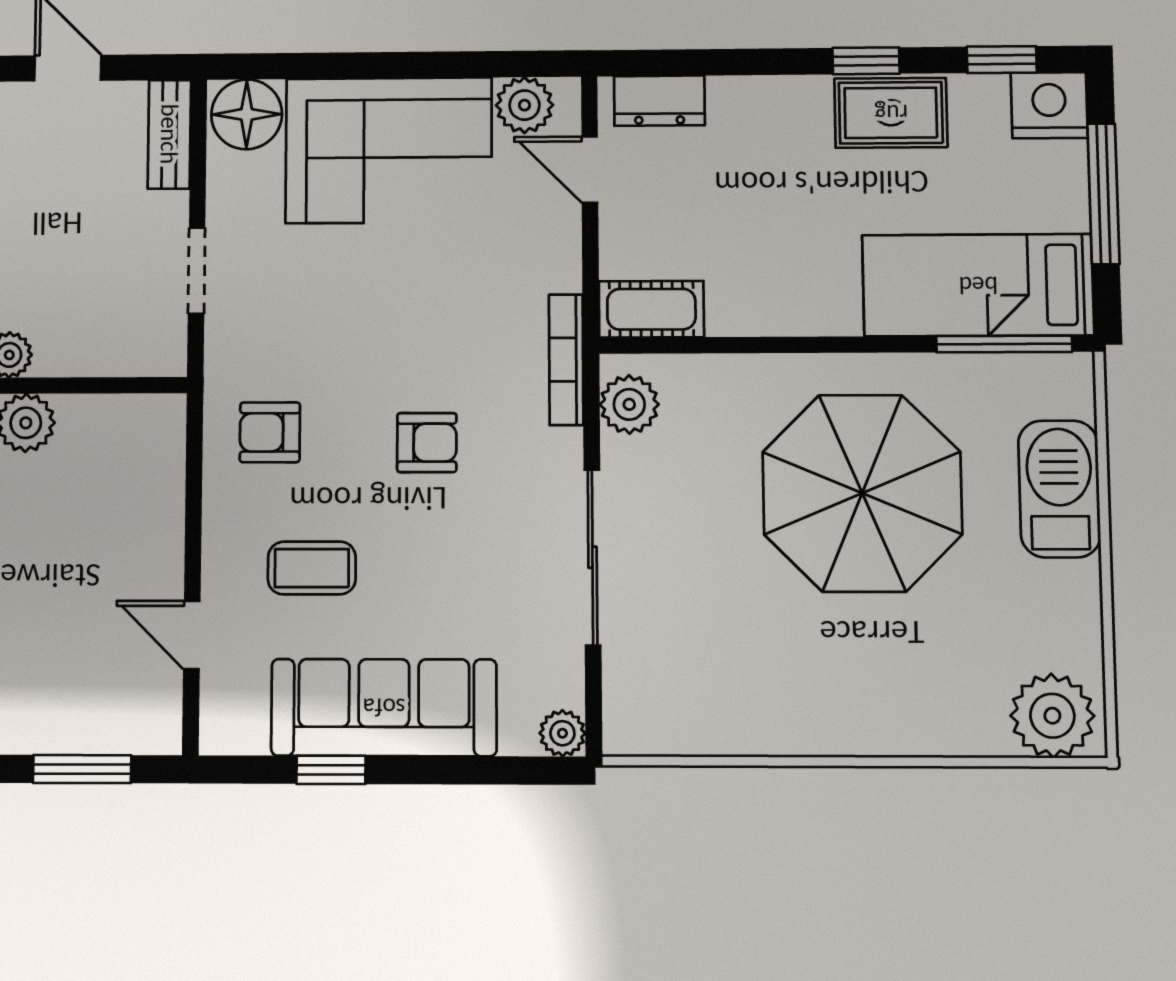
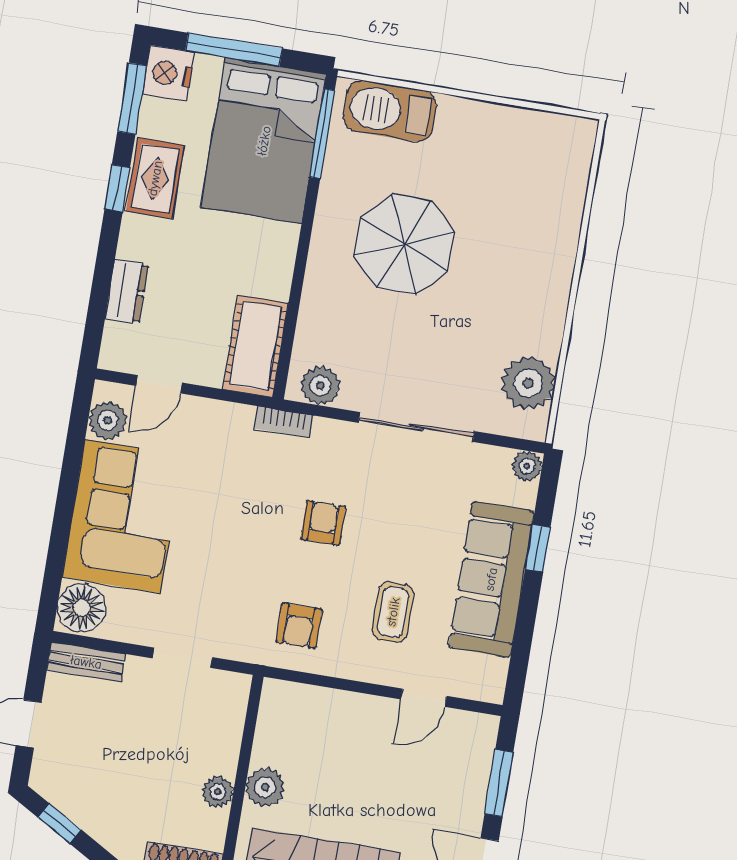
window: (1002, 60) -> (132, 98), width x1.50
dresser: (659, 101) -> (127, 291), moved
bed: (978, 285) -> (264, 141), width x1.50
cot: (651, 309) -> (255, 346), width x1.37, depth x1.34
bookcase: (566, 360) -> (284, 422), width x0.64
barbecue: (1059, 489) -> (390, 111), moved
parasol: (862, 493) -> (404, 244), width x0.73, depth x0.73
plant: (1052, 716) -> (528, 383), moved
window: (331, 770) -> (538, 548), moved

